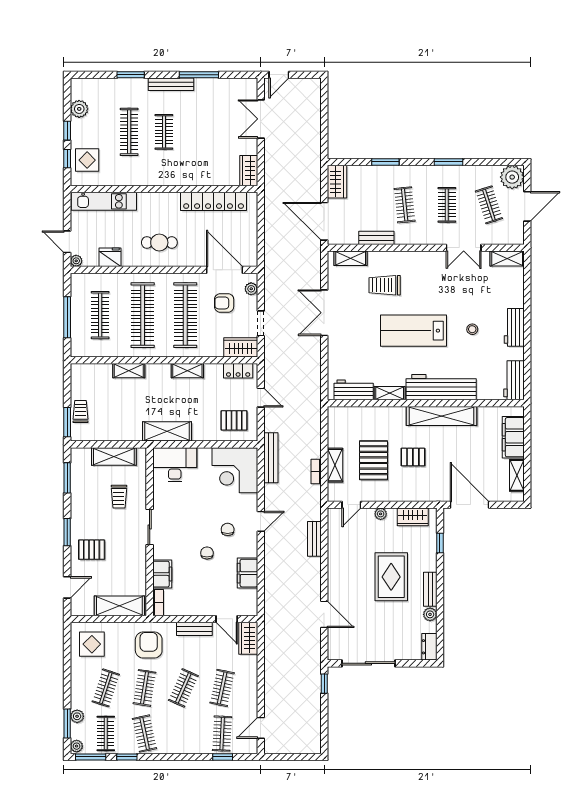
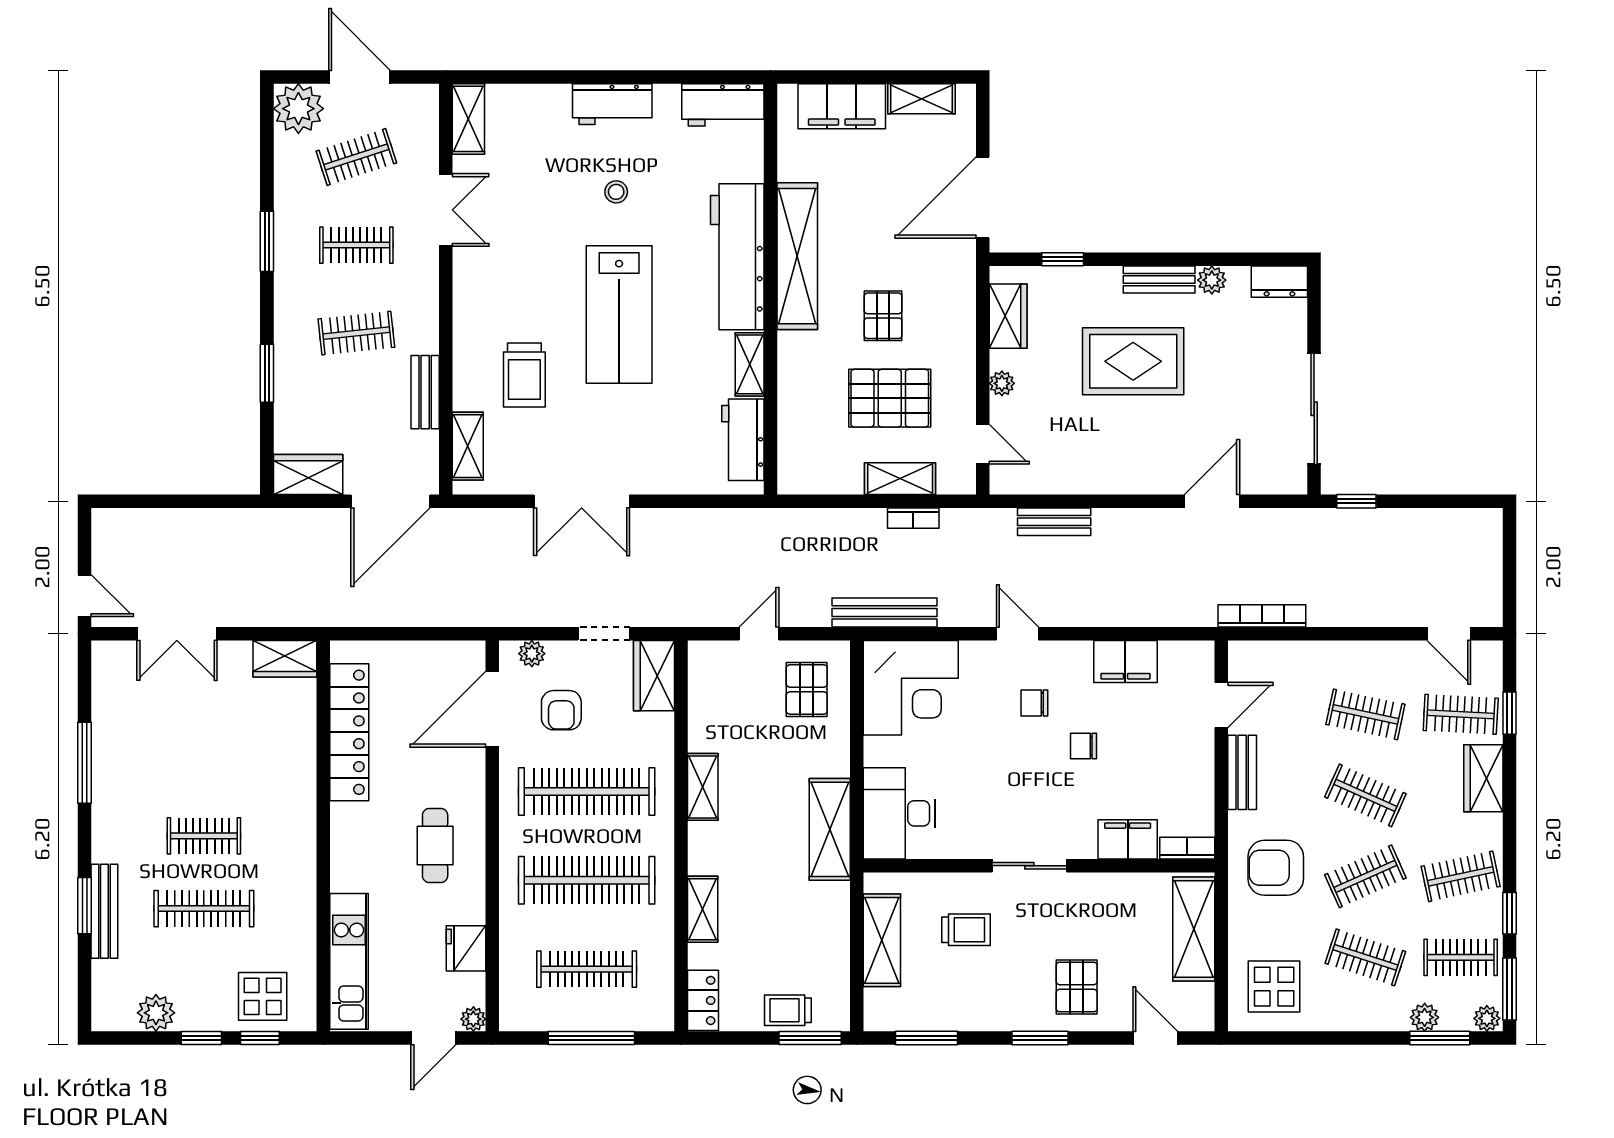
bench: (171, 84) -> (104, 911), moved
locker: (238, 371) -> (703, 1000), moved
wardrobe: (248, 638) -> (1483, 778), moved, turned 90
bookcase: (269, 638) -> (1262, 616), added
clothes rail: (145, 688) -> (1365, 876), turned -33

